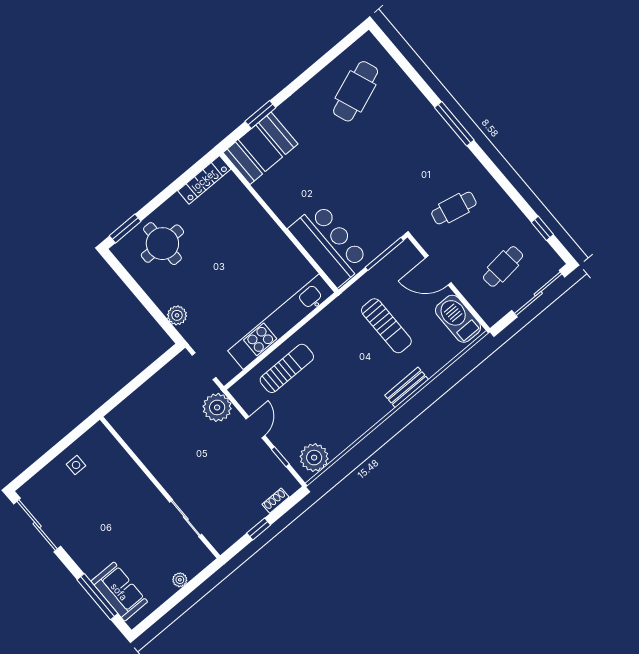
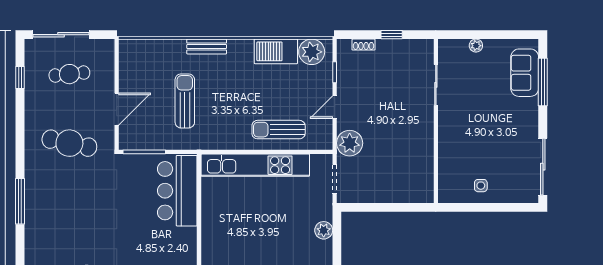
cafe table: (454, 208) -> (69, 143), width x1.37, depth x1.35
door: (438, 270) -> (117, 109), hinge flipped
barbecue: (458, 319) -> (276, 51), moved, turned 90

